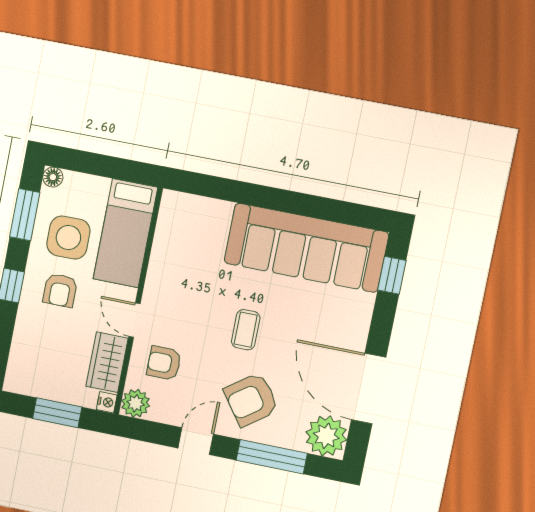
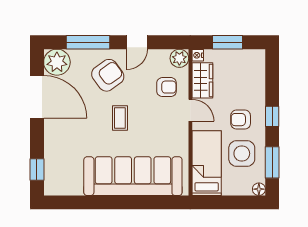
sofa: (306, 248) -> (133, 176), moved
armchair: (60, 290) -> (241, 120), turned -90

